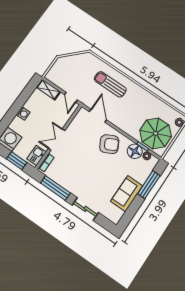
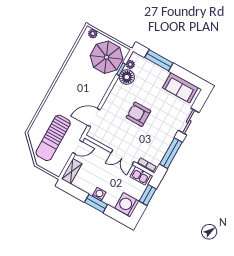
sun lounger: (110, 84) -> (53, 138), moved, width x1.36, depth x1.34
window: (15, 110) -> (96, 203), added
armchair: (109, 144) -> (138, 114), moved, turned -63
sofa: (127, 194) -> (180, 88), moved

